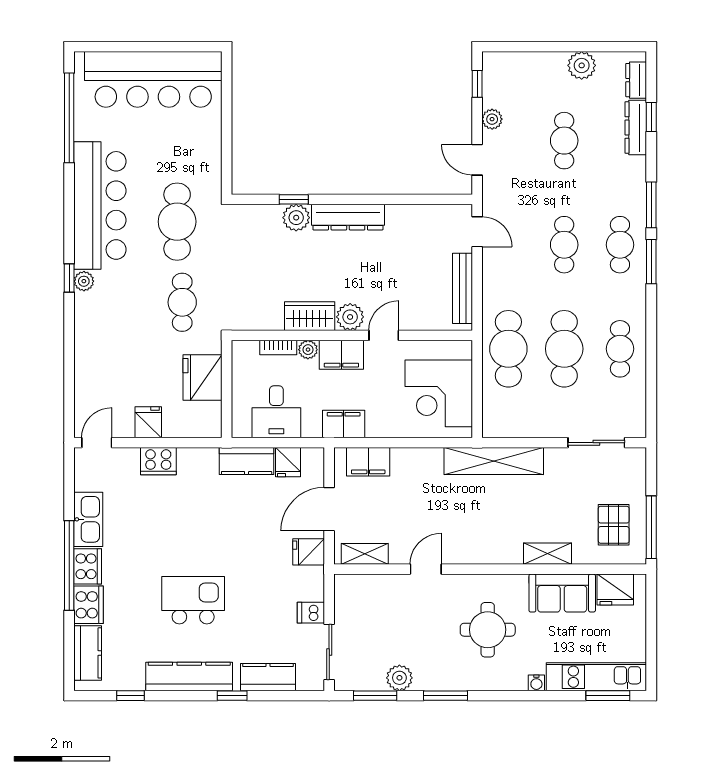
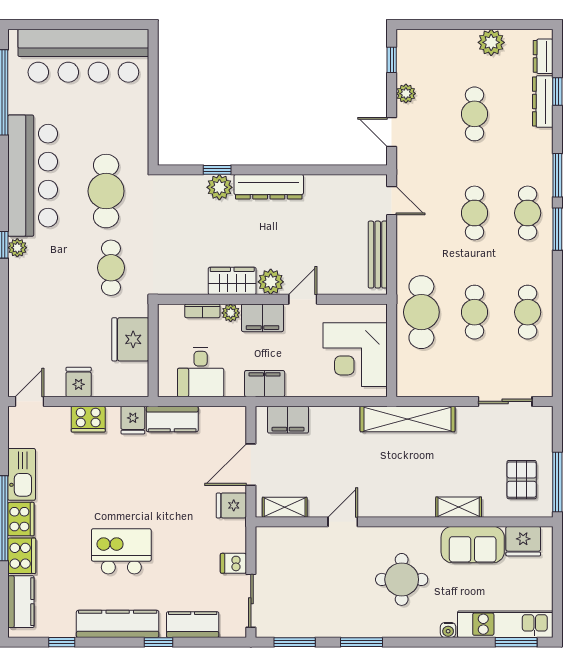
cafe table: (564, 349) -> (475, 312), width x0.73, depth x0.74
fridge: (288, 462) -> (133, 420), moved
plant: (399, 678) -> (318, 625), removed

